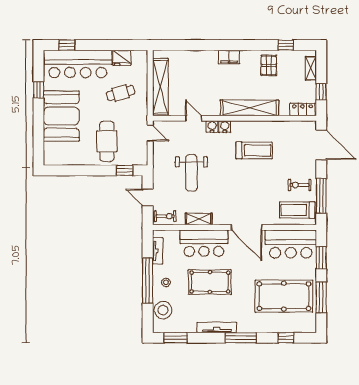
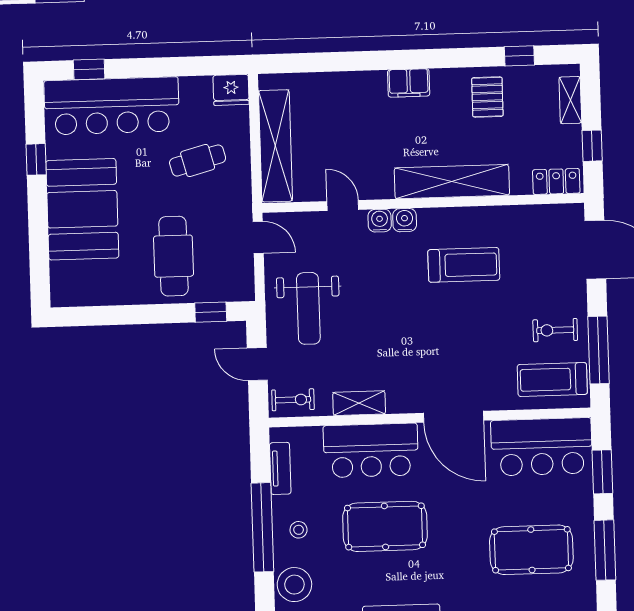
fridge: (122, 58) -> (231, 90), moved
weight bench: (191, 173) -> (308, 308), moved
pool table: (284, 296) -> (531, 550), width x0.73, depth x0.76

